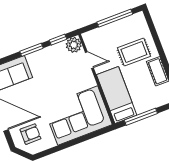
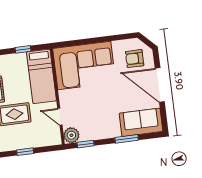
window: (115, 18) -> (25, 152), width x0.46
window: (31, 50) -> (127, 139), moved
window: (141, 117) -> (23, 49), width x0.46

